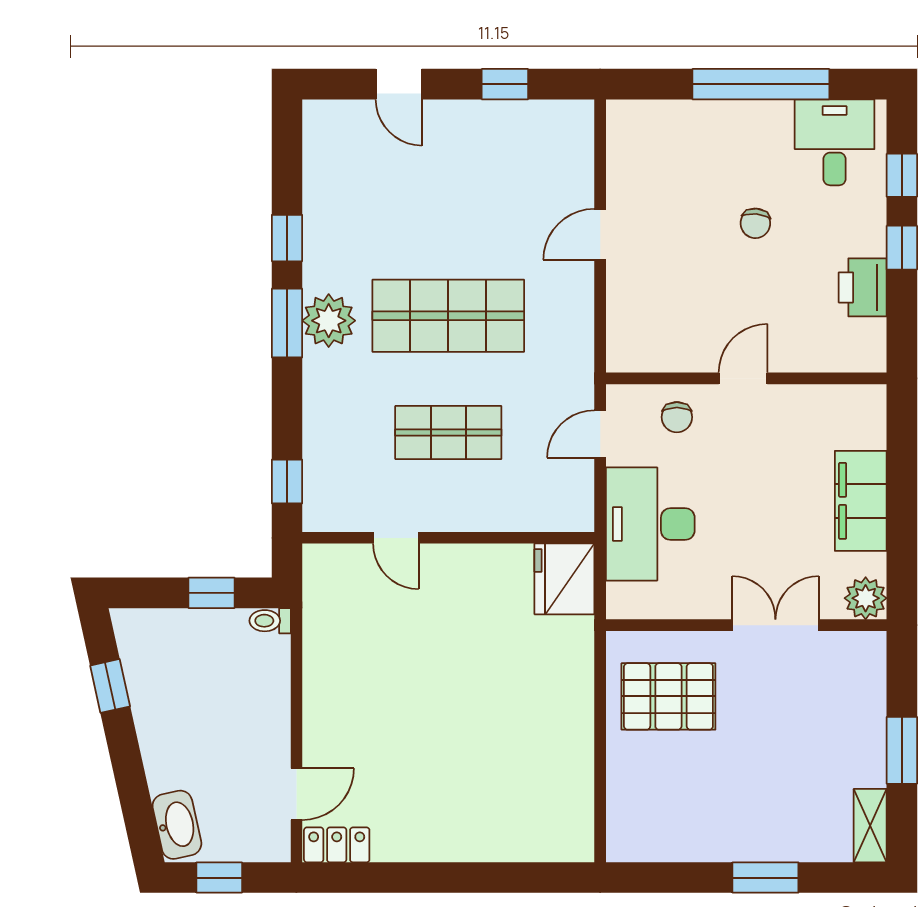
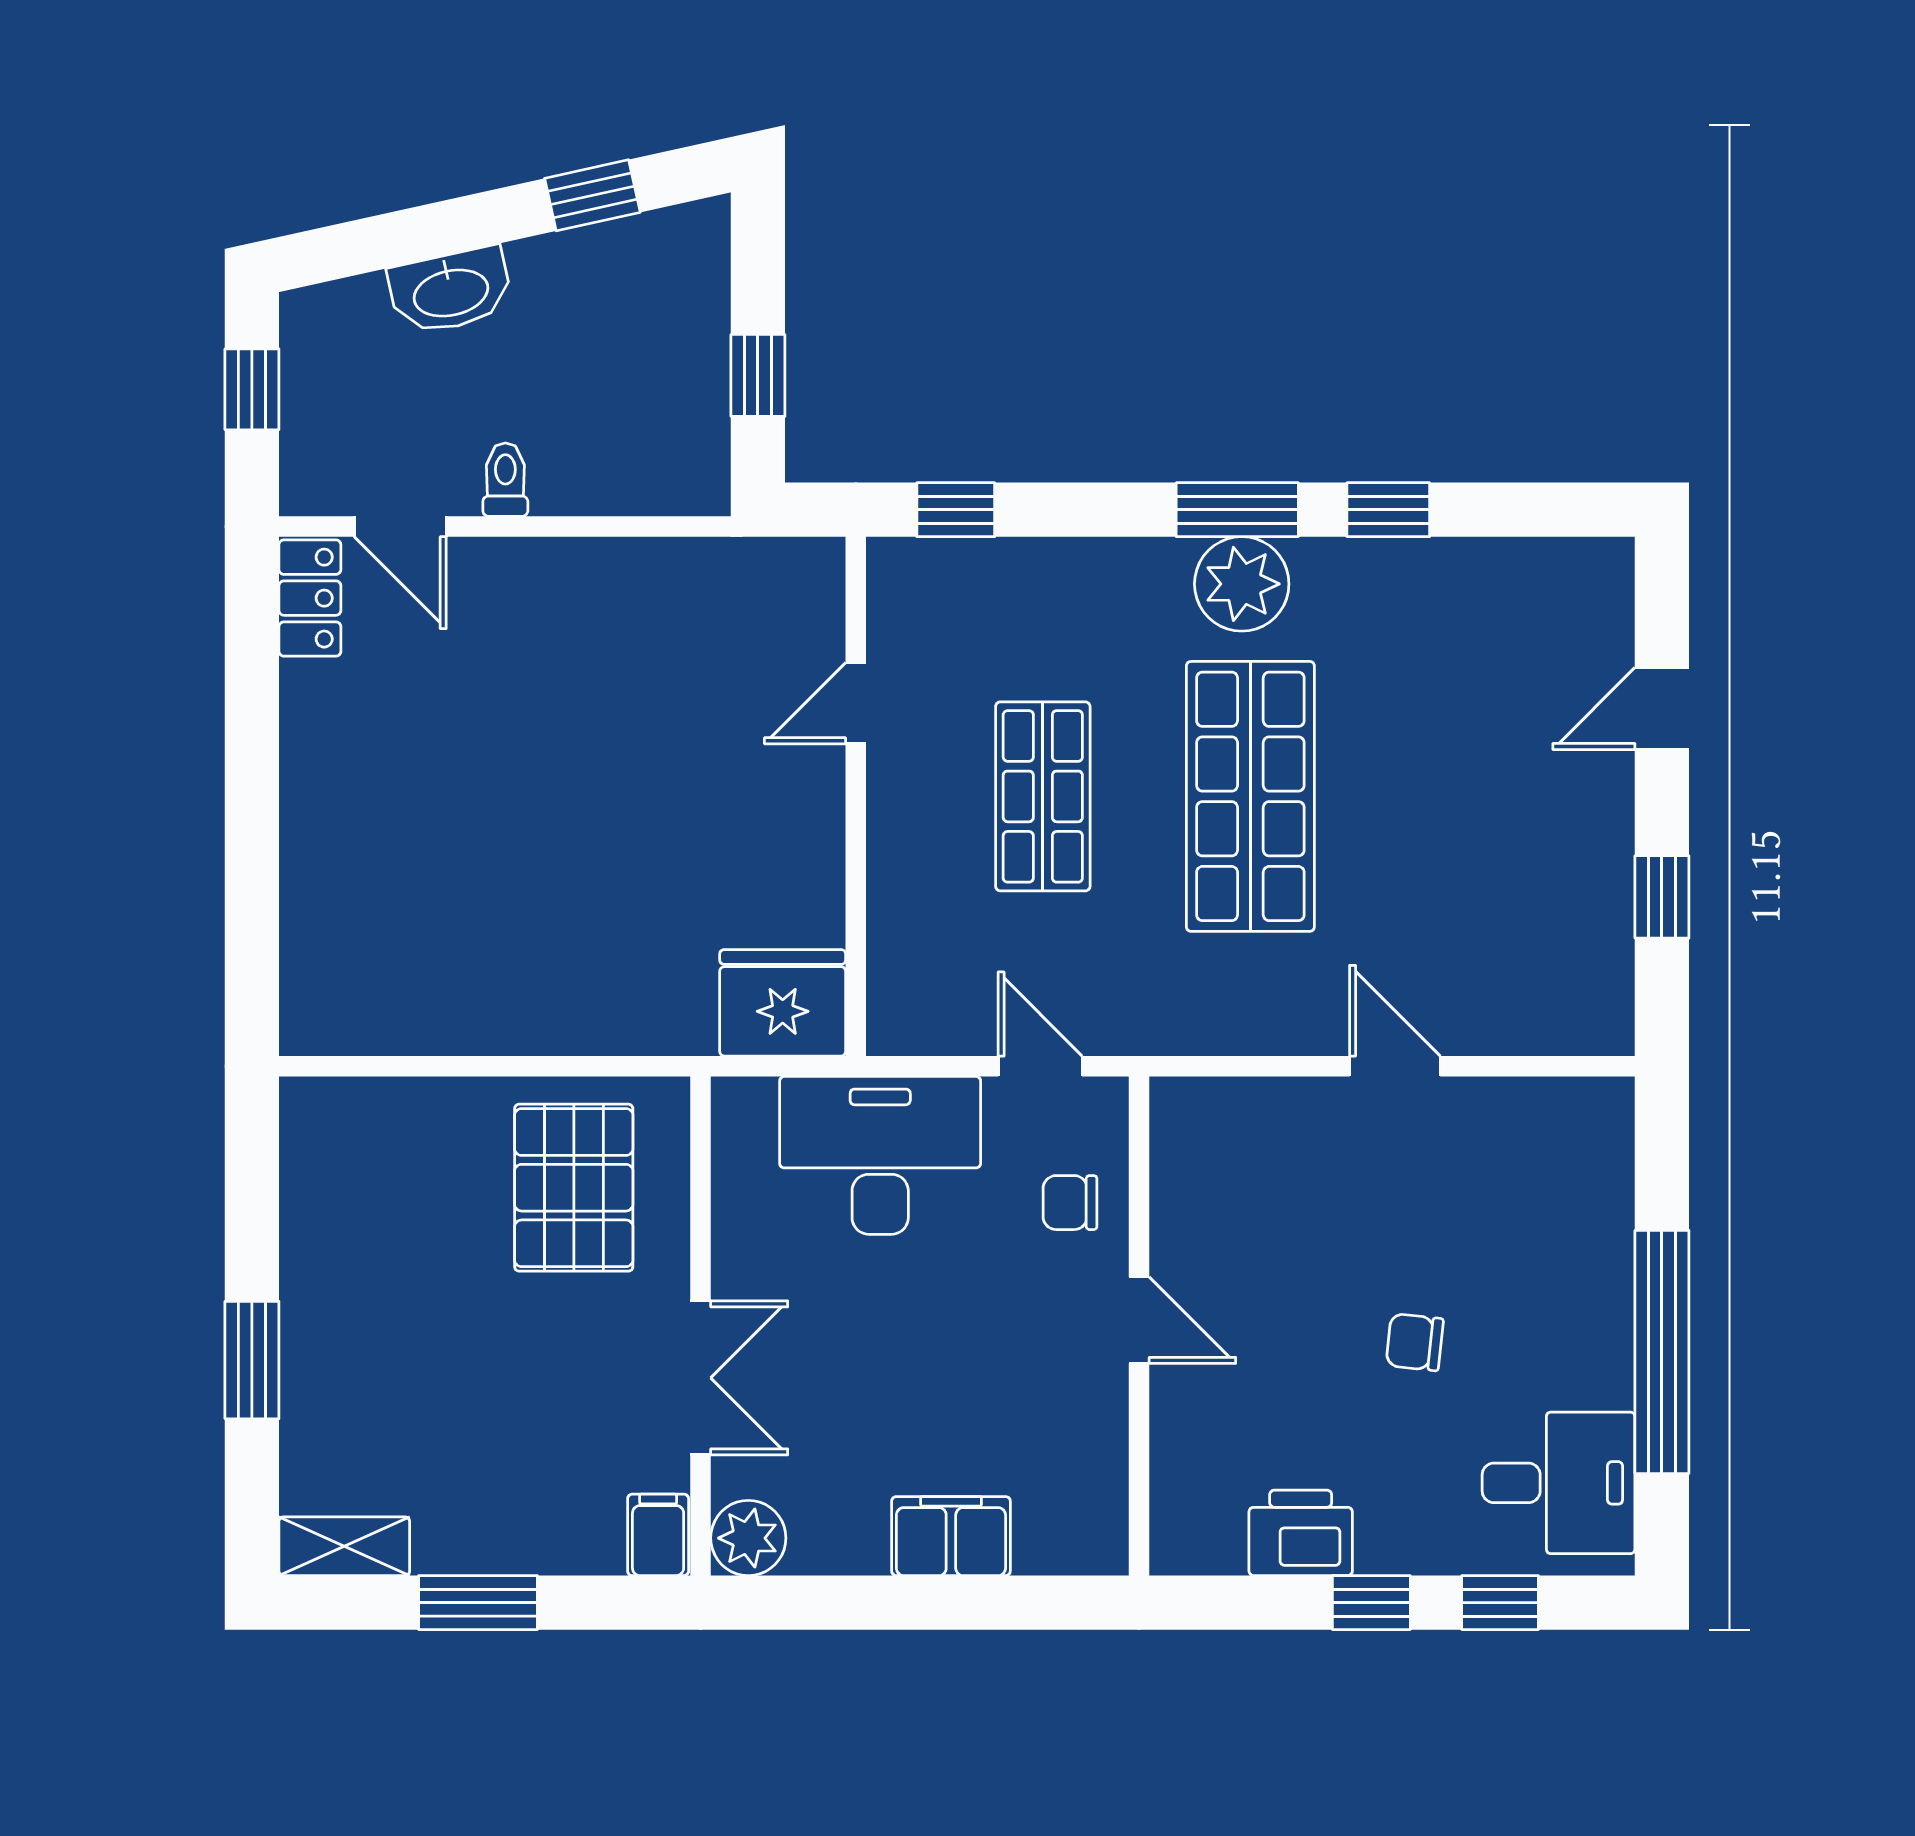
filing cabinet: (861, 501) -> (951, 1536), width x0.67, depth x0.86
toilet: (270, 621) -> (505, 480), moved
filing cabinet: (864, 649) -> (658, 1535), added
washbasin: (177, 825) -> (450, 291), moved

